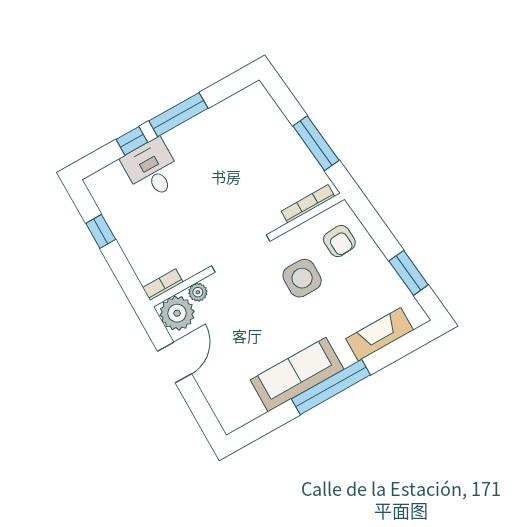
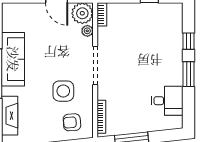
window: (178, 115) -> (189, 74), width x0.69
desk: (152, 169) -> (167, 101), moved

